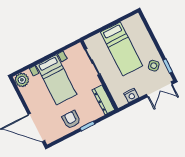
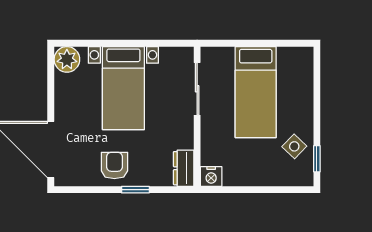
double door: (159, 89) -> (284, 190), removed
nightstand: (131, 95) -> (211, 176), moved
dresser: (103, 100) -> (184, 168), width x0.70

